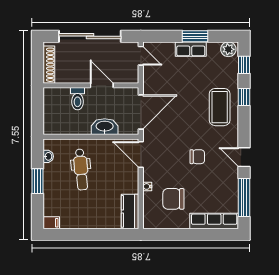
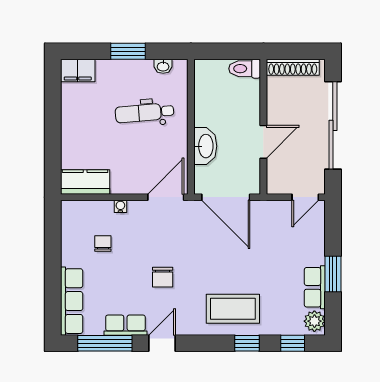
row of seats: (191, 49) -> (315, 287), moved
toilet: (77, 99) -> (245, 69), moved
row of seats: (231, 183) -> (125, 325), added
chair: (173, 199) -> (103, 243), width x0.54, depth x0.54
filing cabinet: (51, 223) -> (78, 70), width x2.00

